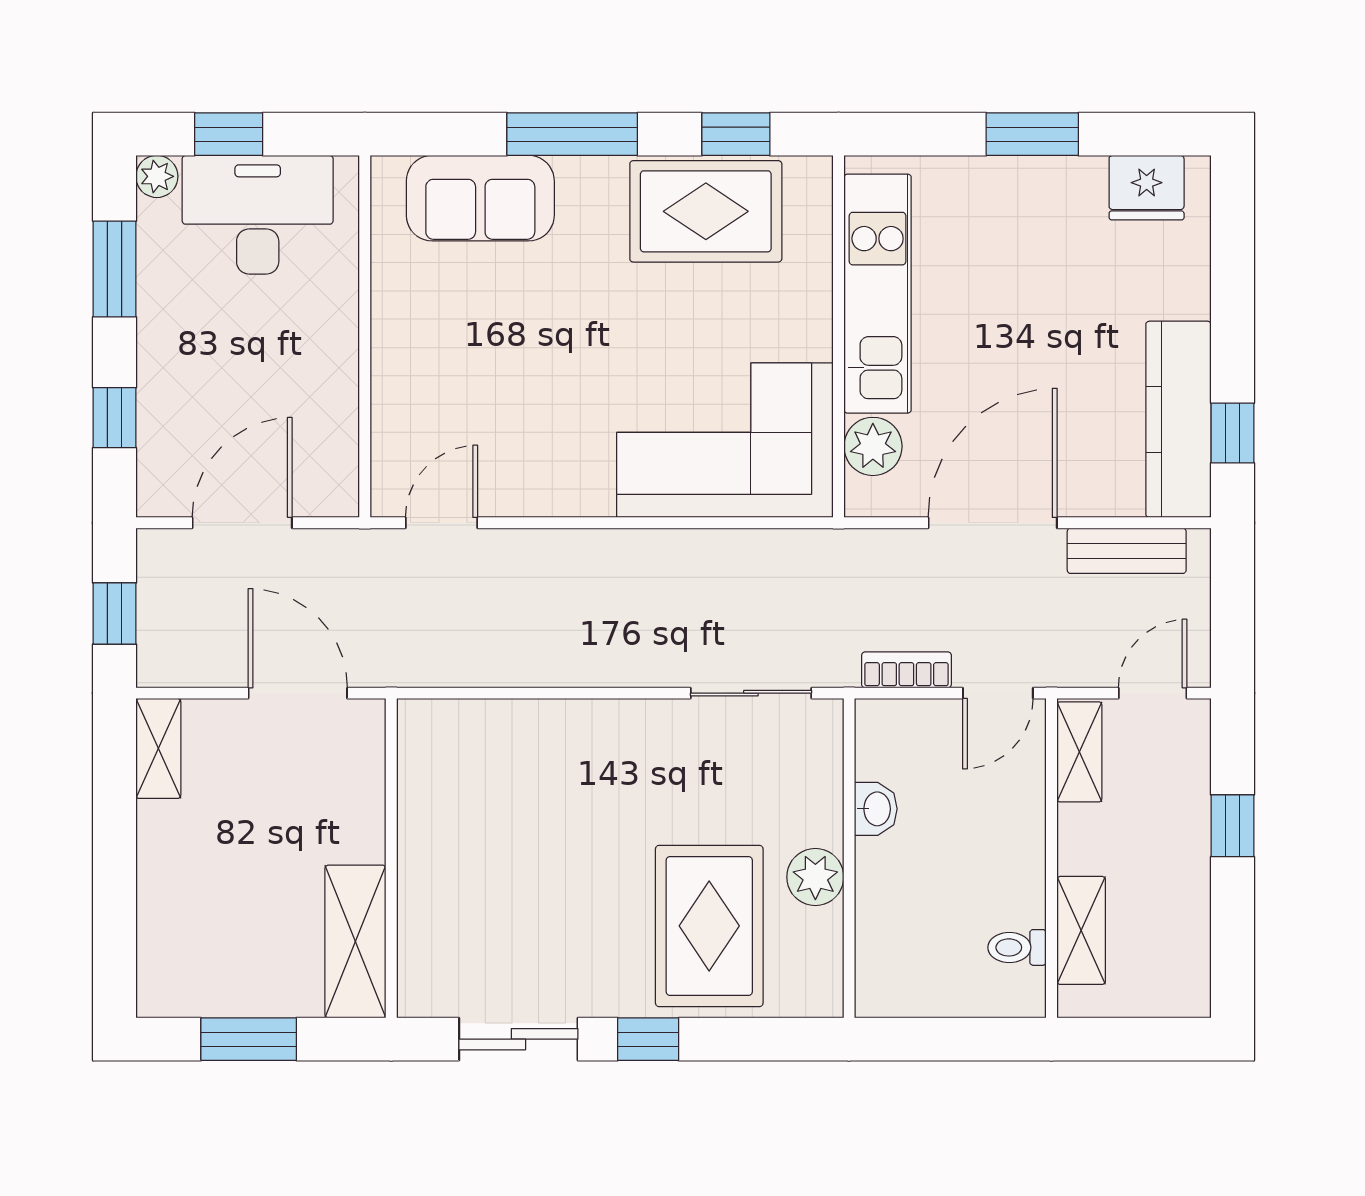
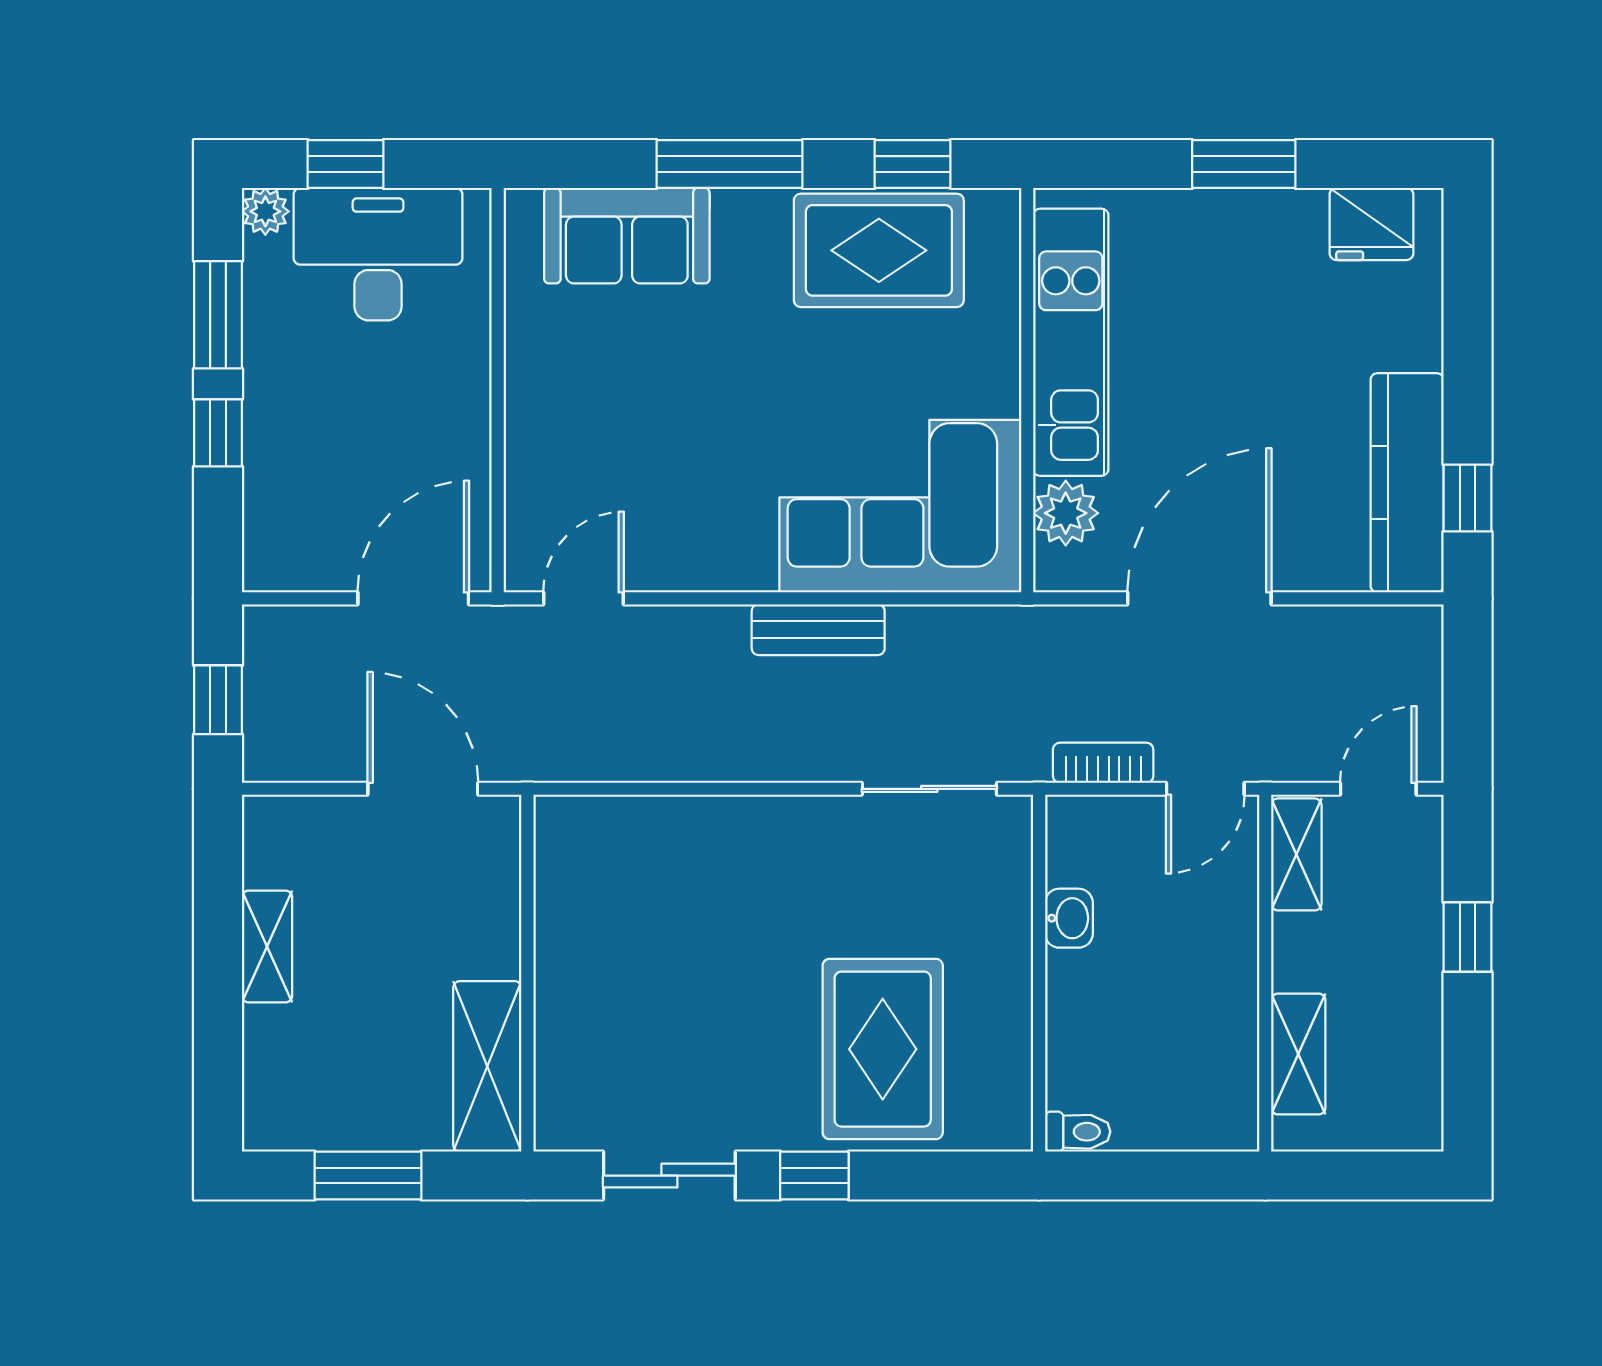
window: (114, 418) -> (218, 433), moved
door: (242, 523) -> (413, 598), moved
bench: (1127, 551) -> (818, 630), moved
shelving: (158, 748) -> (267, 947), moved
plant: (815, 877) -> (1001, 994), removed
toilet: (1017, 947) -> (1078, 1132), moved, turned 180

